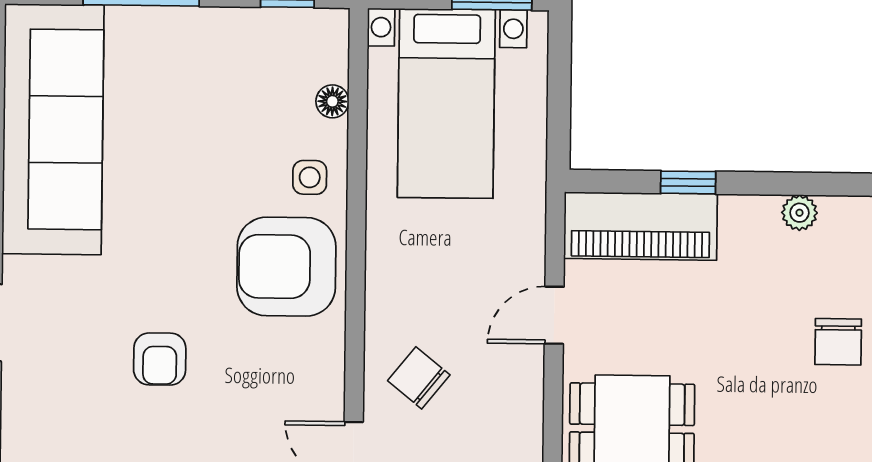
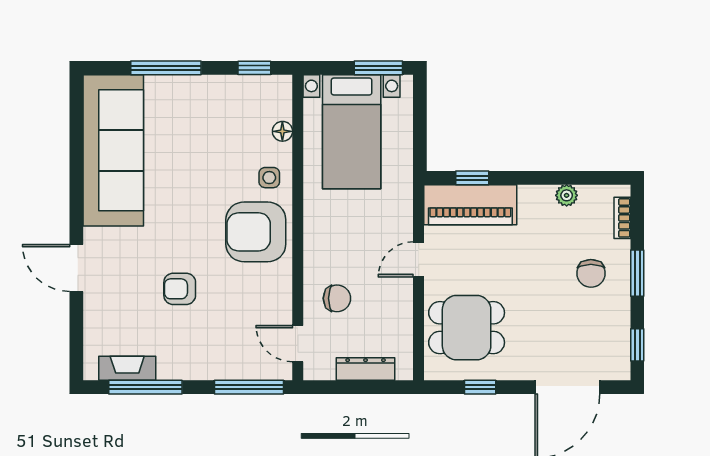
window: (688, 182) -> (472, 178), moved
armchair: (160, 359) -> (180, 289), turned 90
chair: (419, 378) -> (337, 298), turned 141

